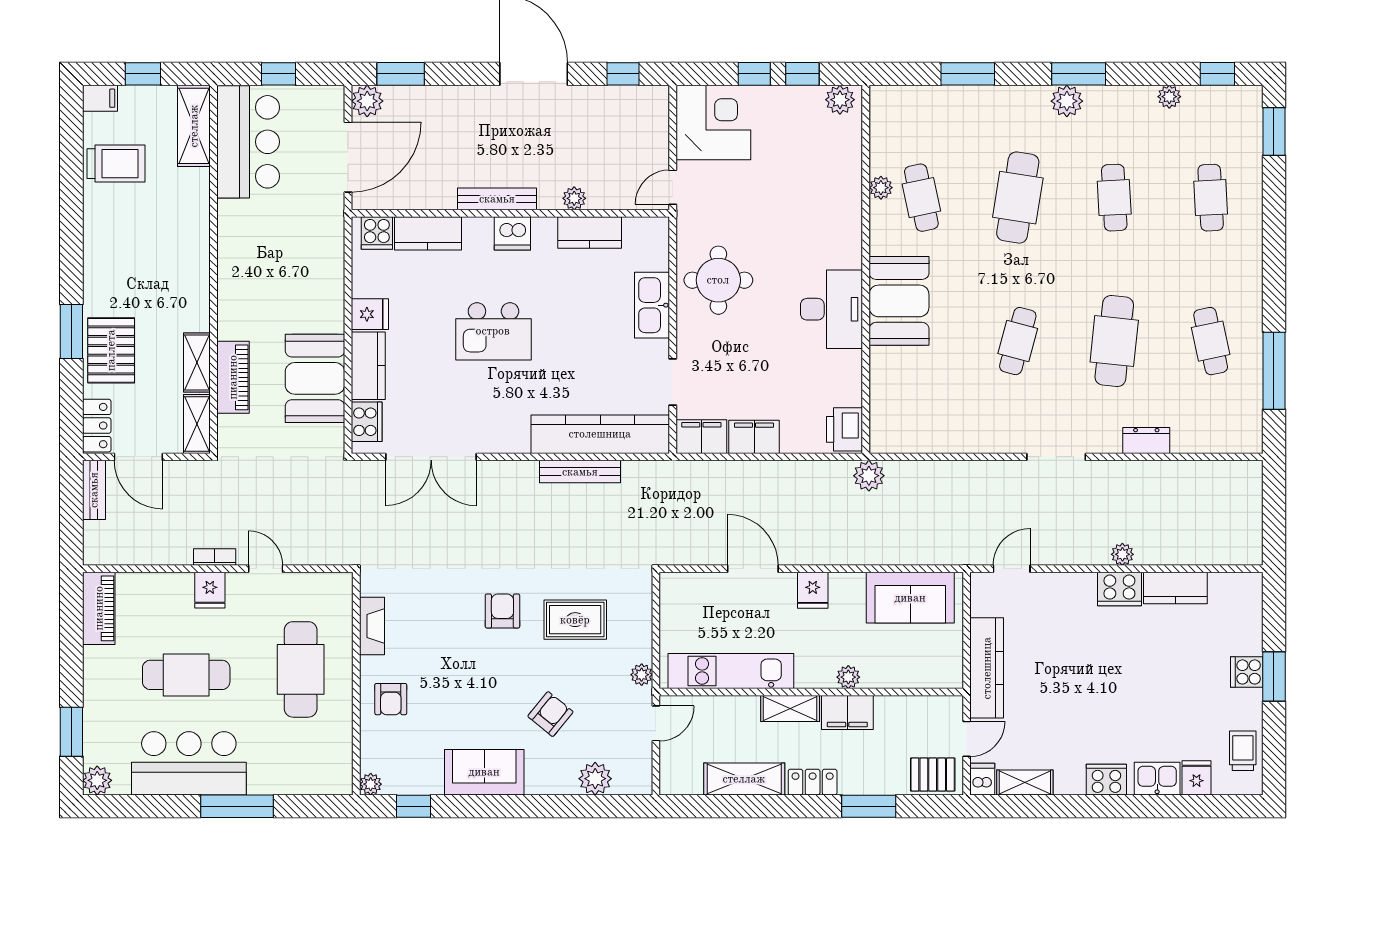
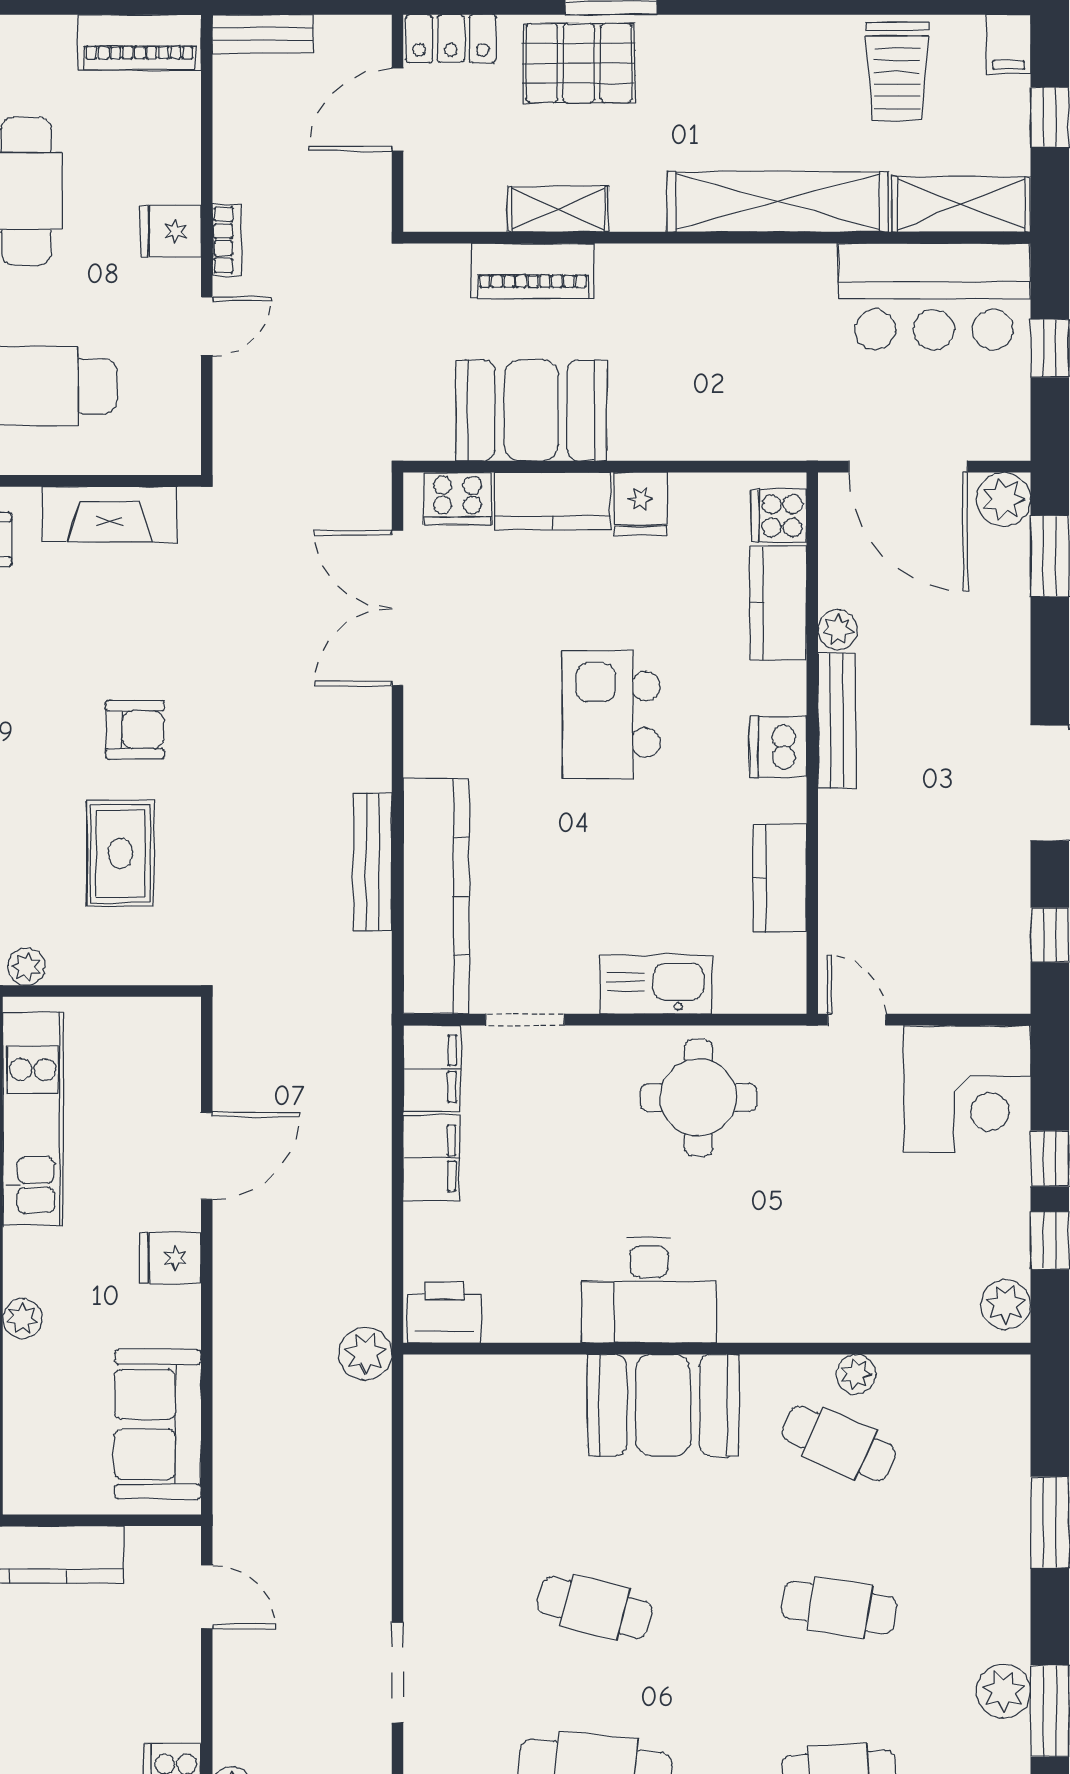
plant: (574, 198) -> (838, 630), moved
cafe table: (921, 198) -> (839, 1443), turned 36
cafe table: (1018, 198) -> (839, 1607), width x0.73, depth x0.74
shelving: (197, 424) -> (777, 202), moved, width x2.20, depth x1.33
bench: (94, 490) -> (263, 34), moved
fireplace: (372, 626) -> (109, 514), width x1.37, depth x1.32

